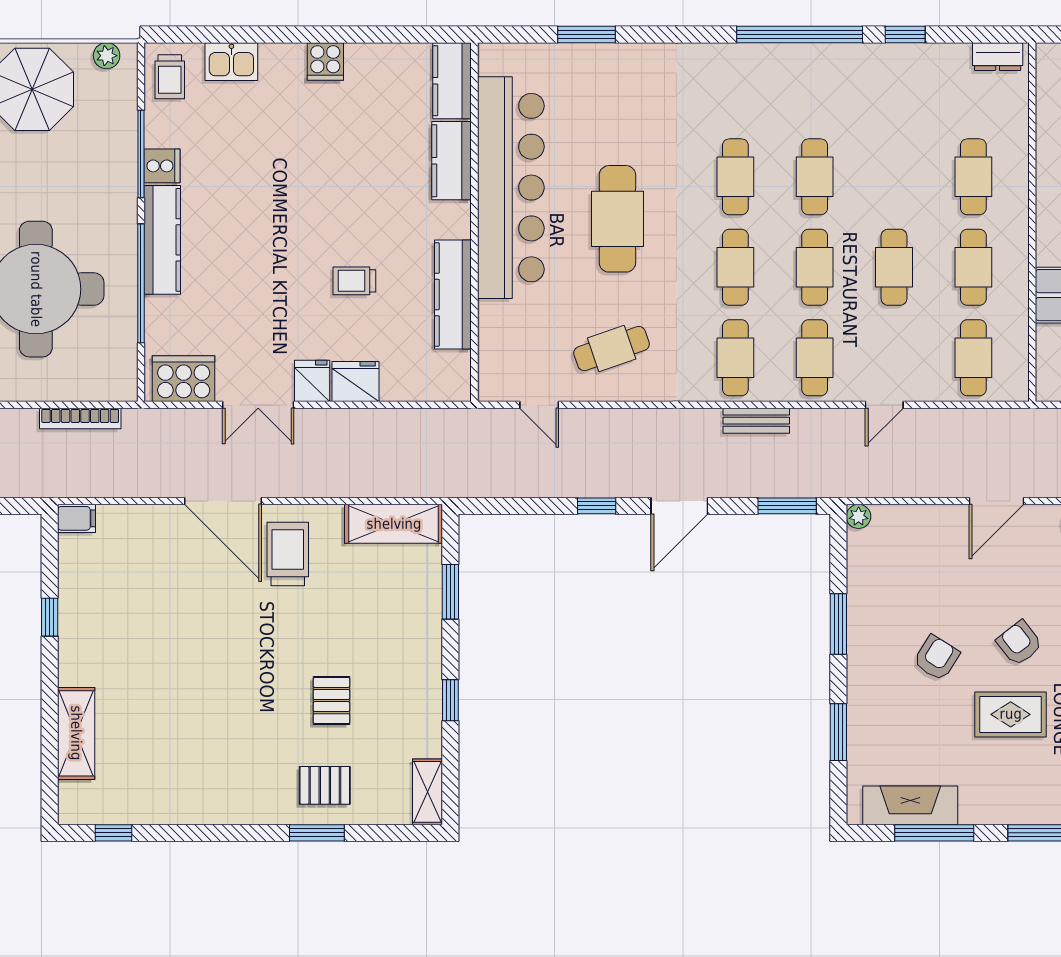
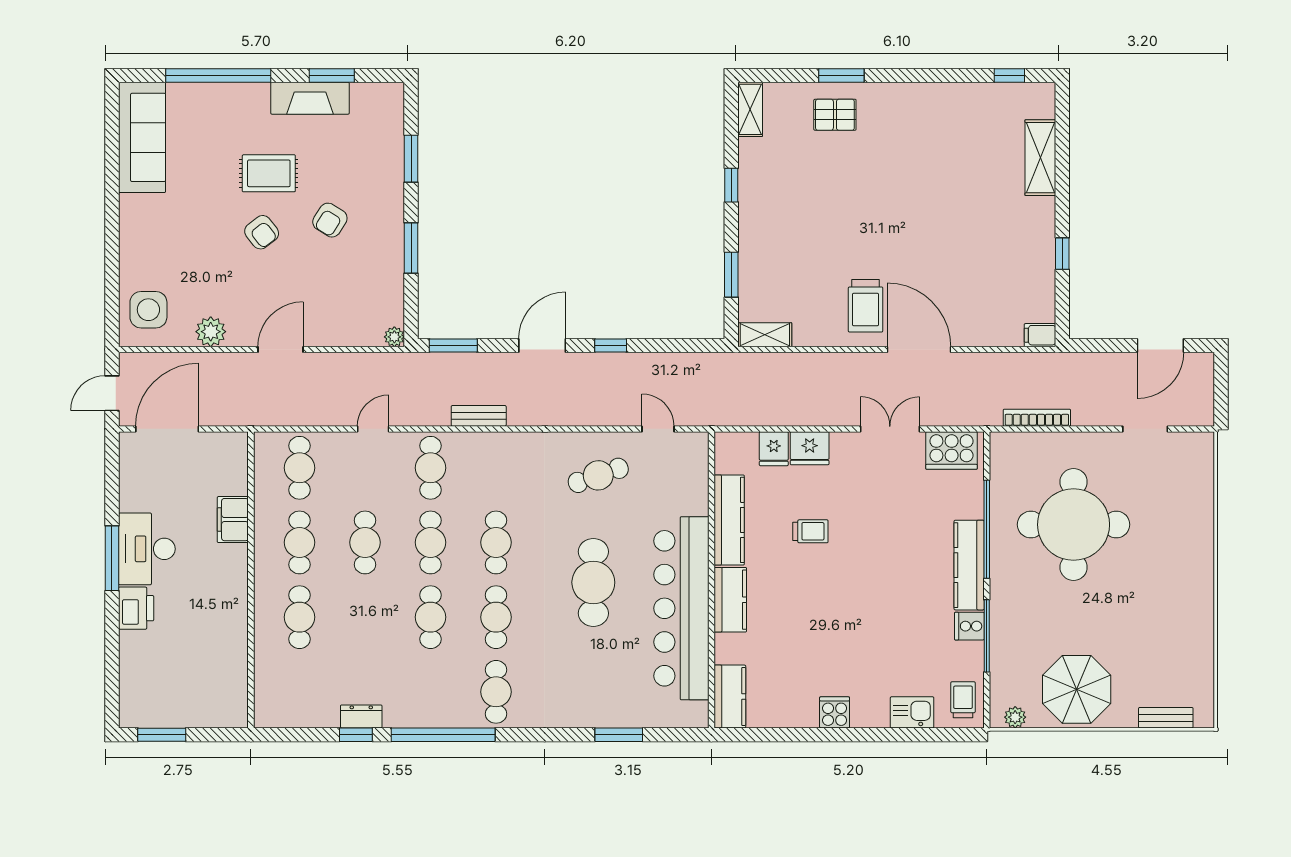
dresser: (998, 57) -> (361, 716), moved
kitchen counter: (452, 161) -> (730, 600), moved
cafe table: (735, 358) -> (496, 692), moved
fridge: (312, 381) -> (774, 449), moved
shelving: (394, 524) -> (765, 335), width x0.67, depth x0.75
pallet: (331, 701) -> (829, 185), removed
fireplace: (910, 805) -> (310, 98), moved
window: (934, 833) -> (332, 76), width x0.69

